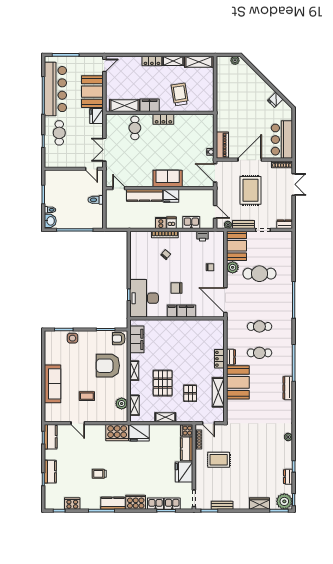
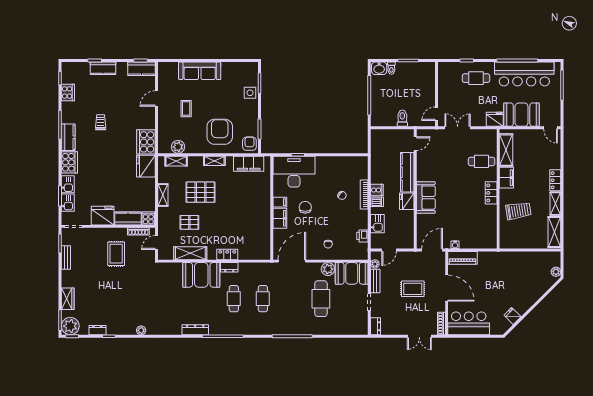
rug: (251, 190) -> (413, 289), width x0.73, depth x0.70

